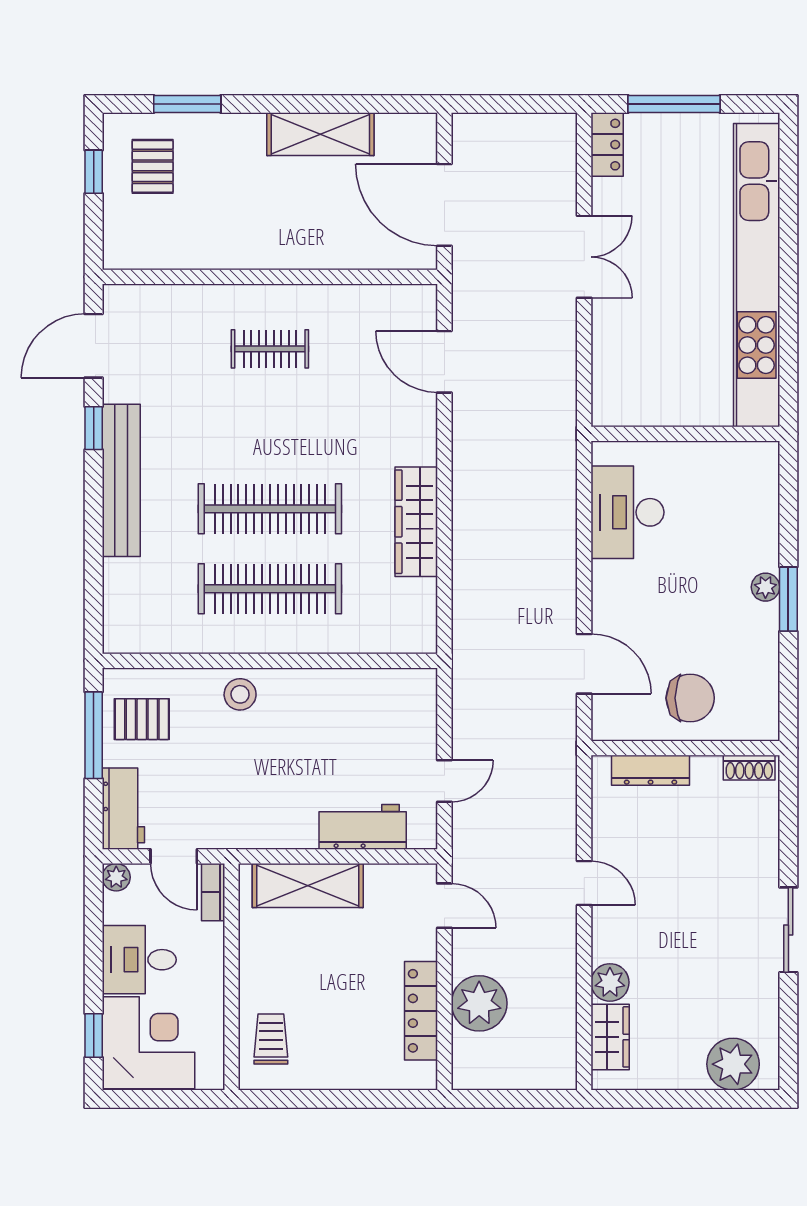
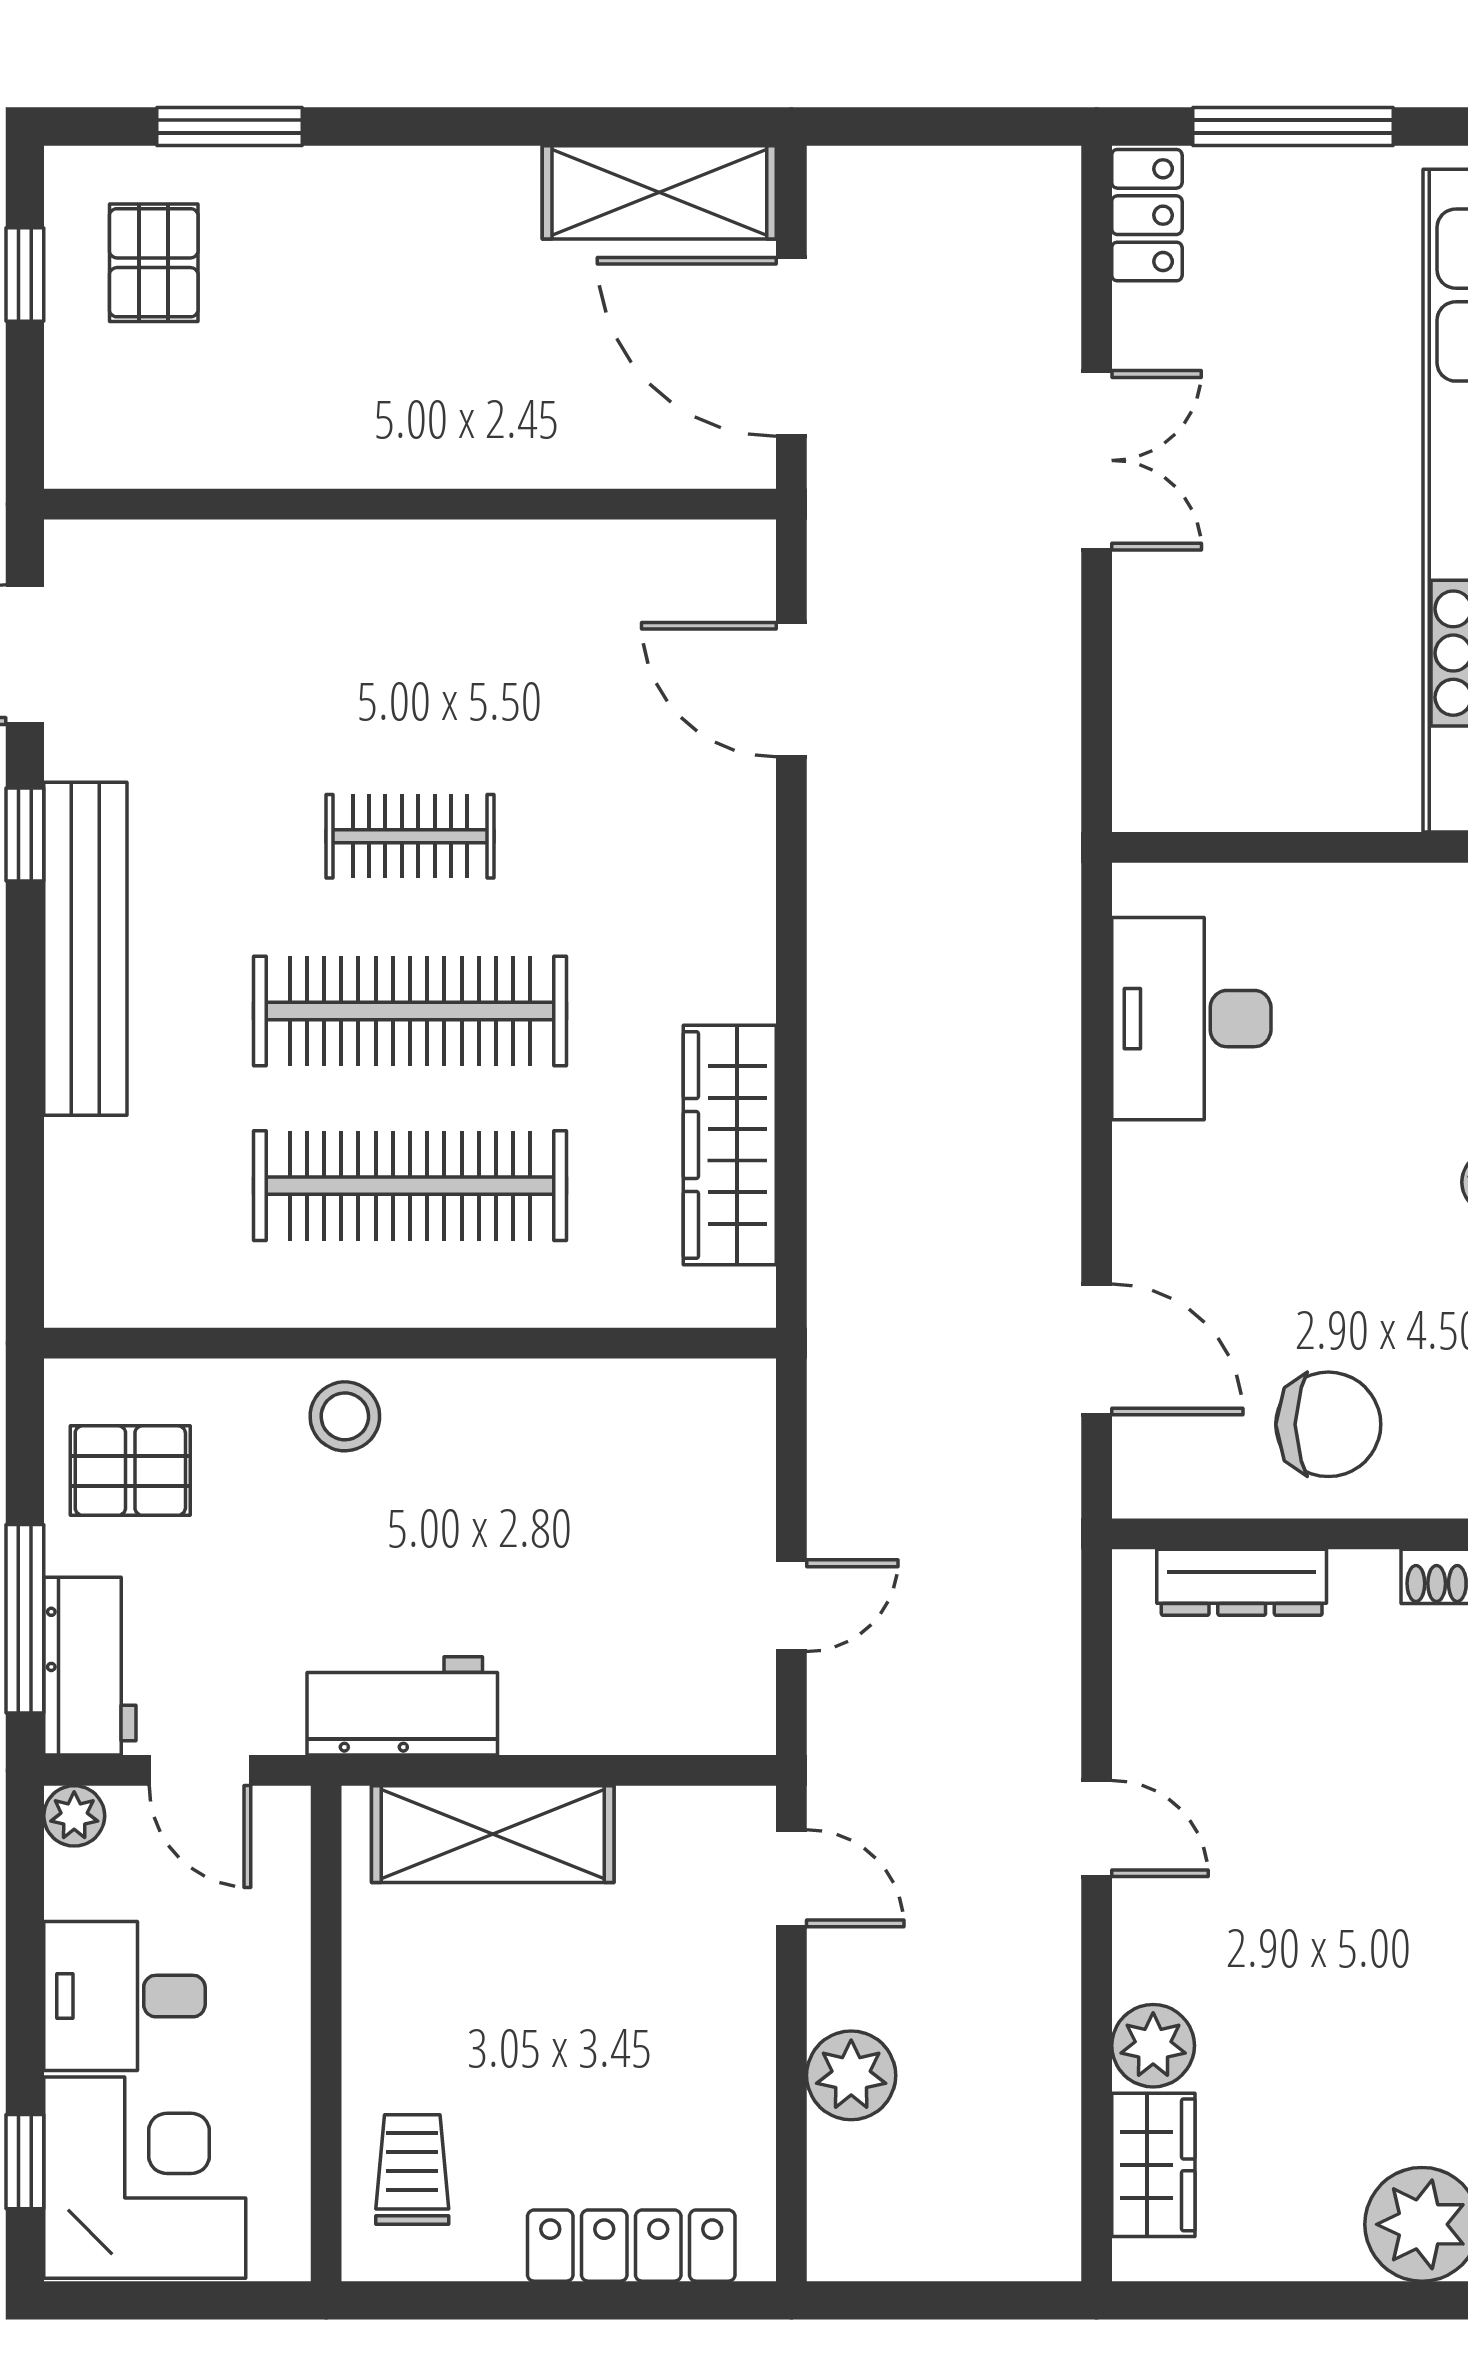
shelving: (320, 134) -> (659, 192), moved
clothes rail: (270, 349) -> (410, 836), moved
wardrobe: (416, 522) -> (730, 1145), moved
window: (94, 735) -> (25, 1619), moved
workbench: (363, 827) -> (402, 1706), moved
bookcase: (213, 892) -> (286, 1848), removed
plant: (479, 1003) -> (851, 2075), width x0.73, depth x0.73
locker: (421, 1011) -> (631, 2246), moved, turned 90

